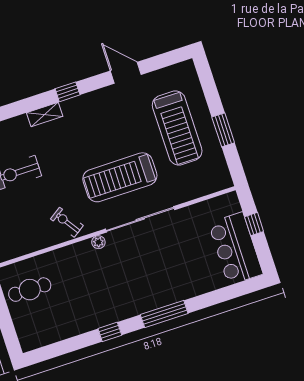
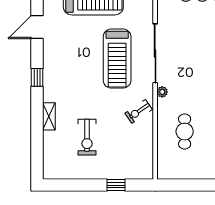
shelving: (45, 115) -> (49, 116), moved
cafe table: (30, 290) -> (185, 132), moved

